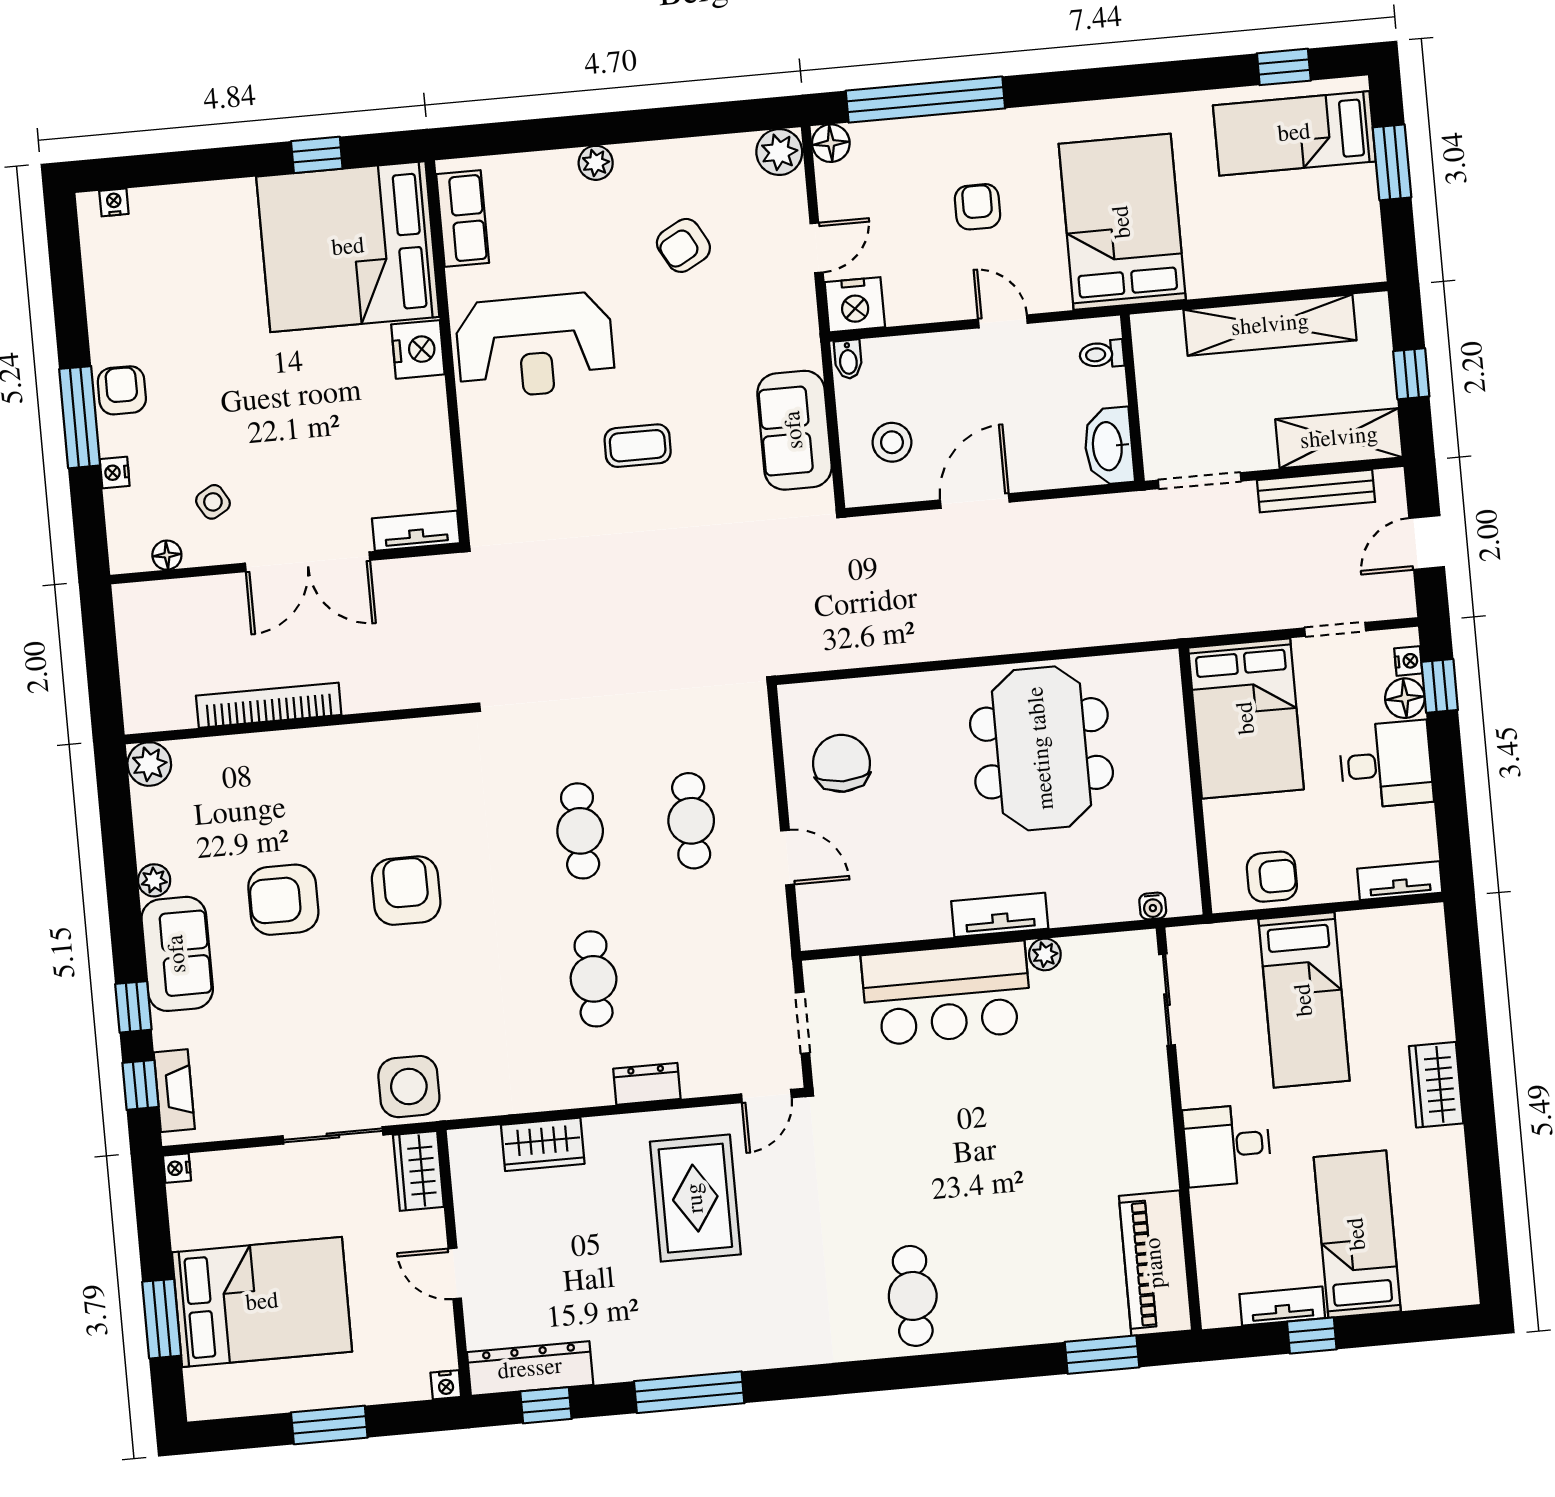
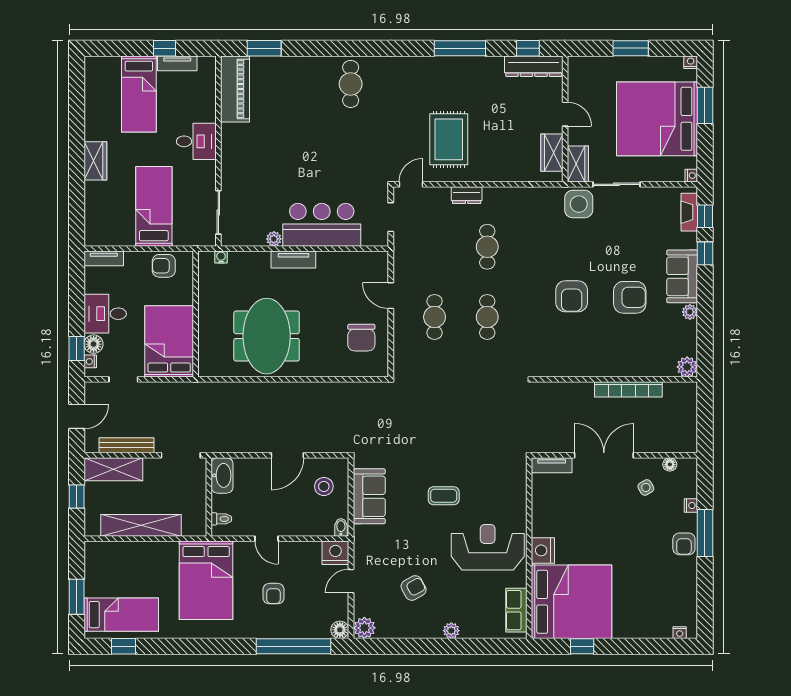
wardrobe: (543, 1144) -> (552, 153), moved, turned -90
bed: (262, 1302) -> (657, 119), width x1.36
nightstand: (446, 1385) -> (691, 62), moved

